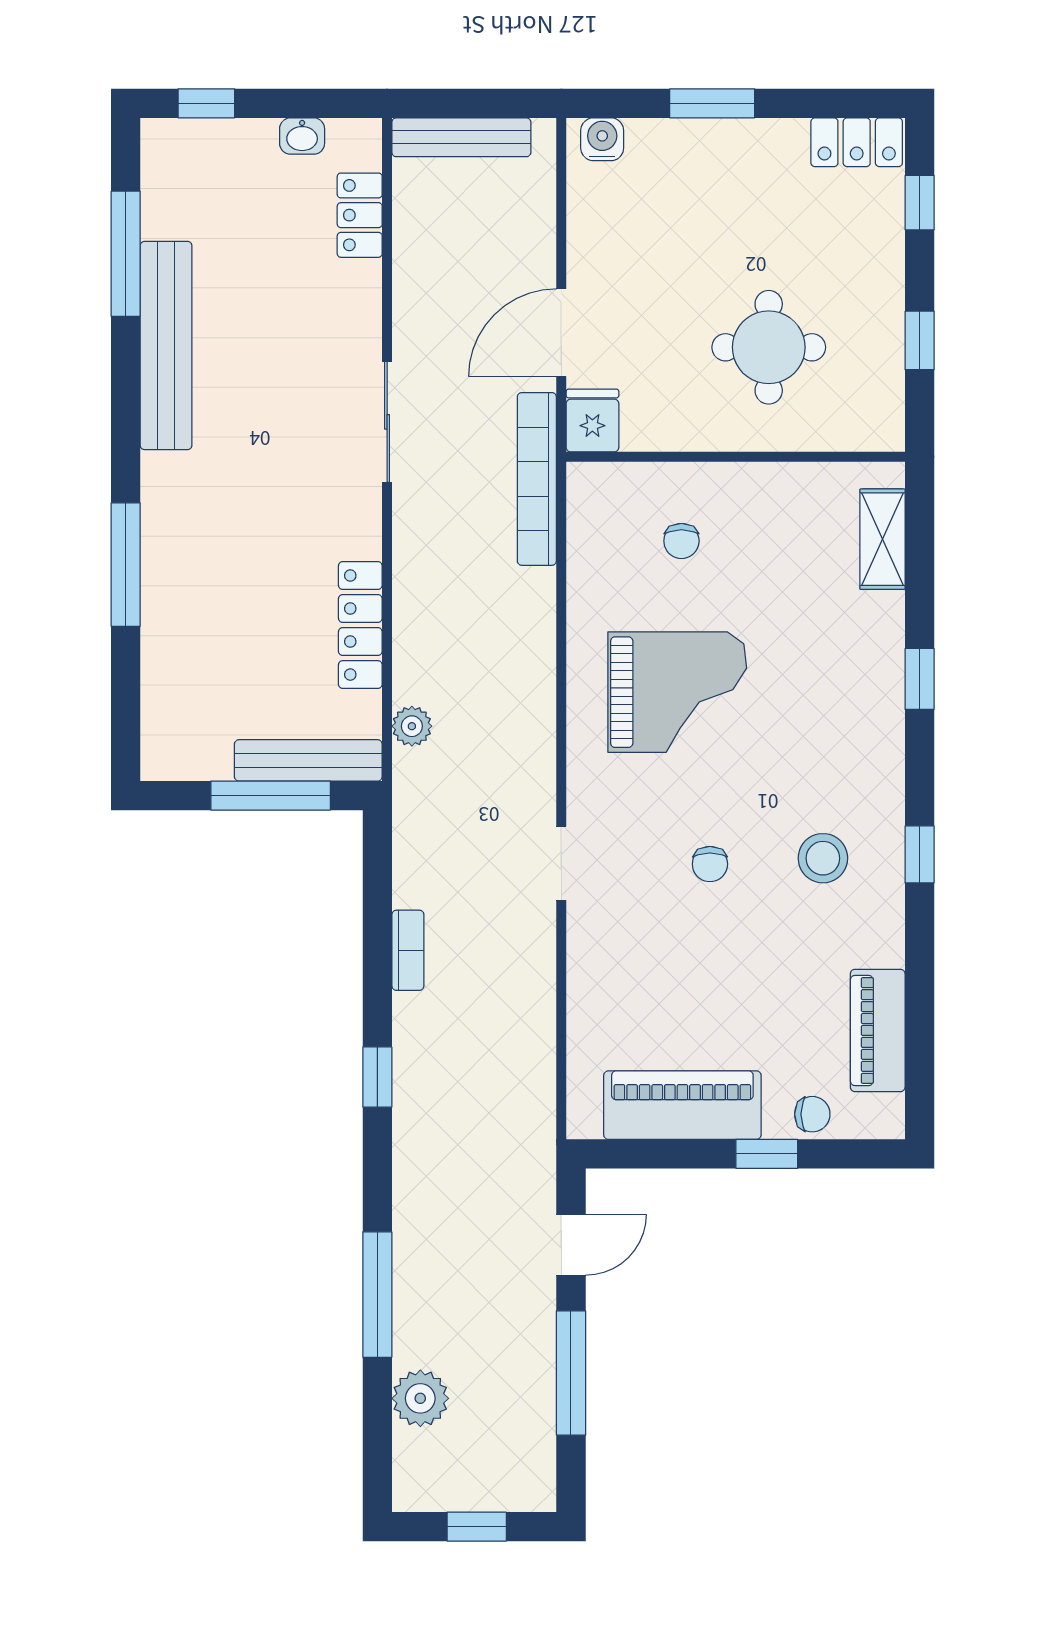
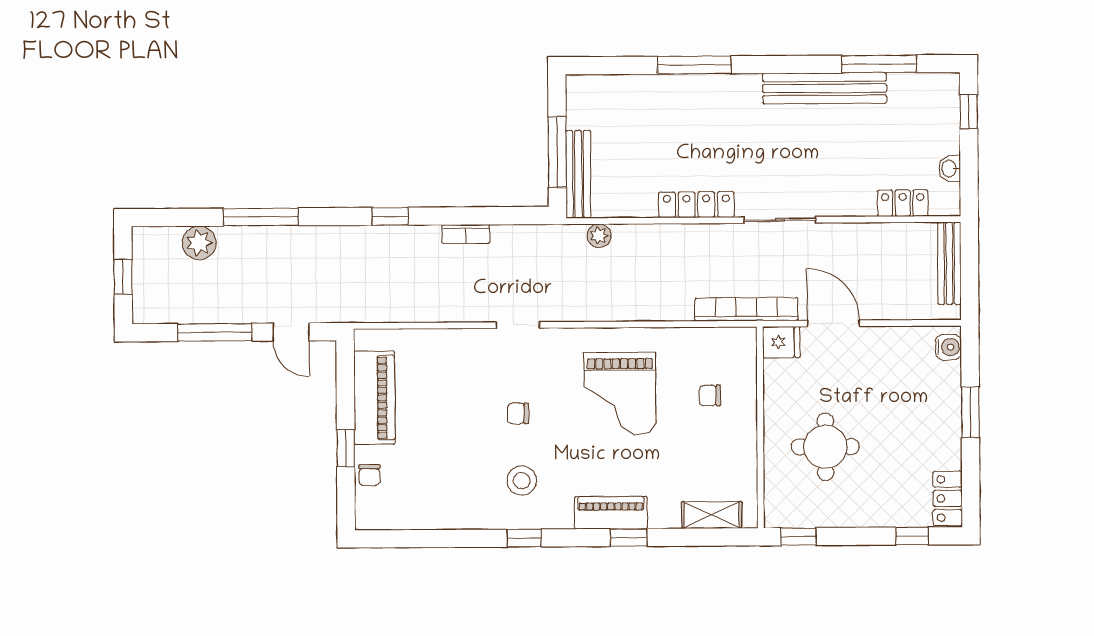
window: (920, 340) -> (798, 537), moved
locker: (360, 625) -> (696, 205), moved
piano: (878, 1030) -> (611, 513), moved

